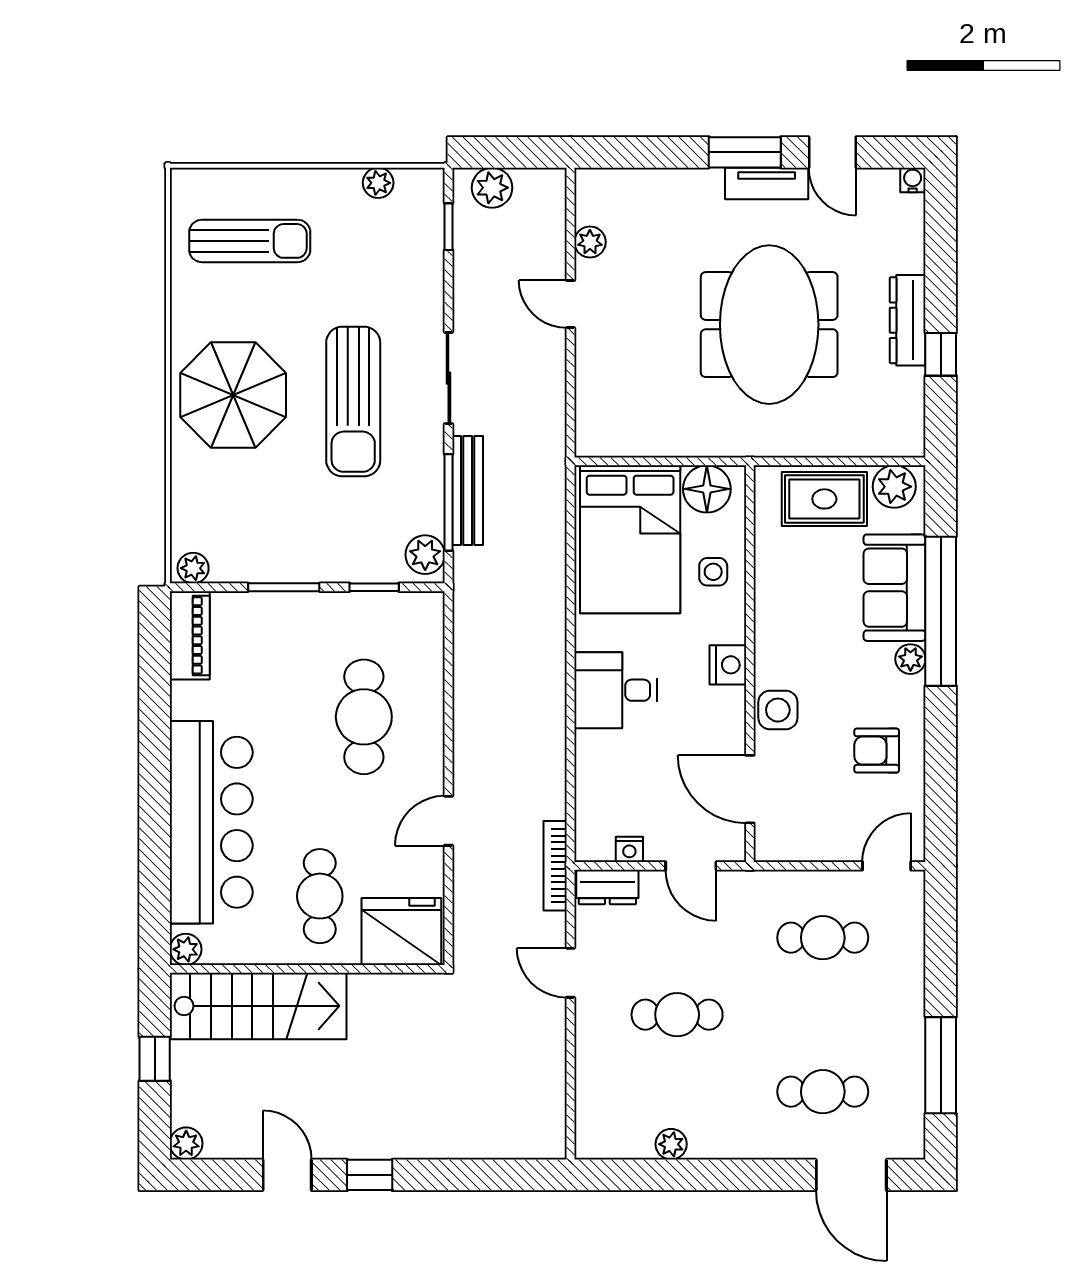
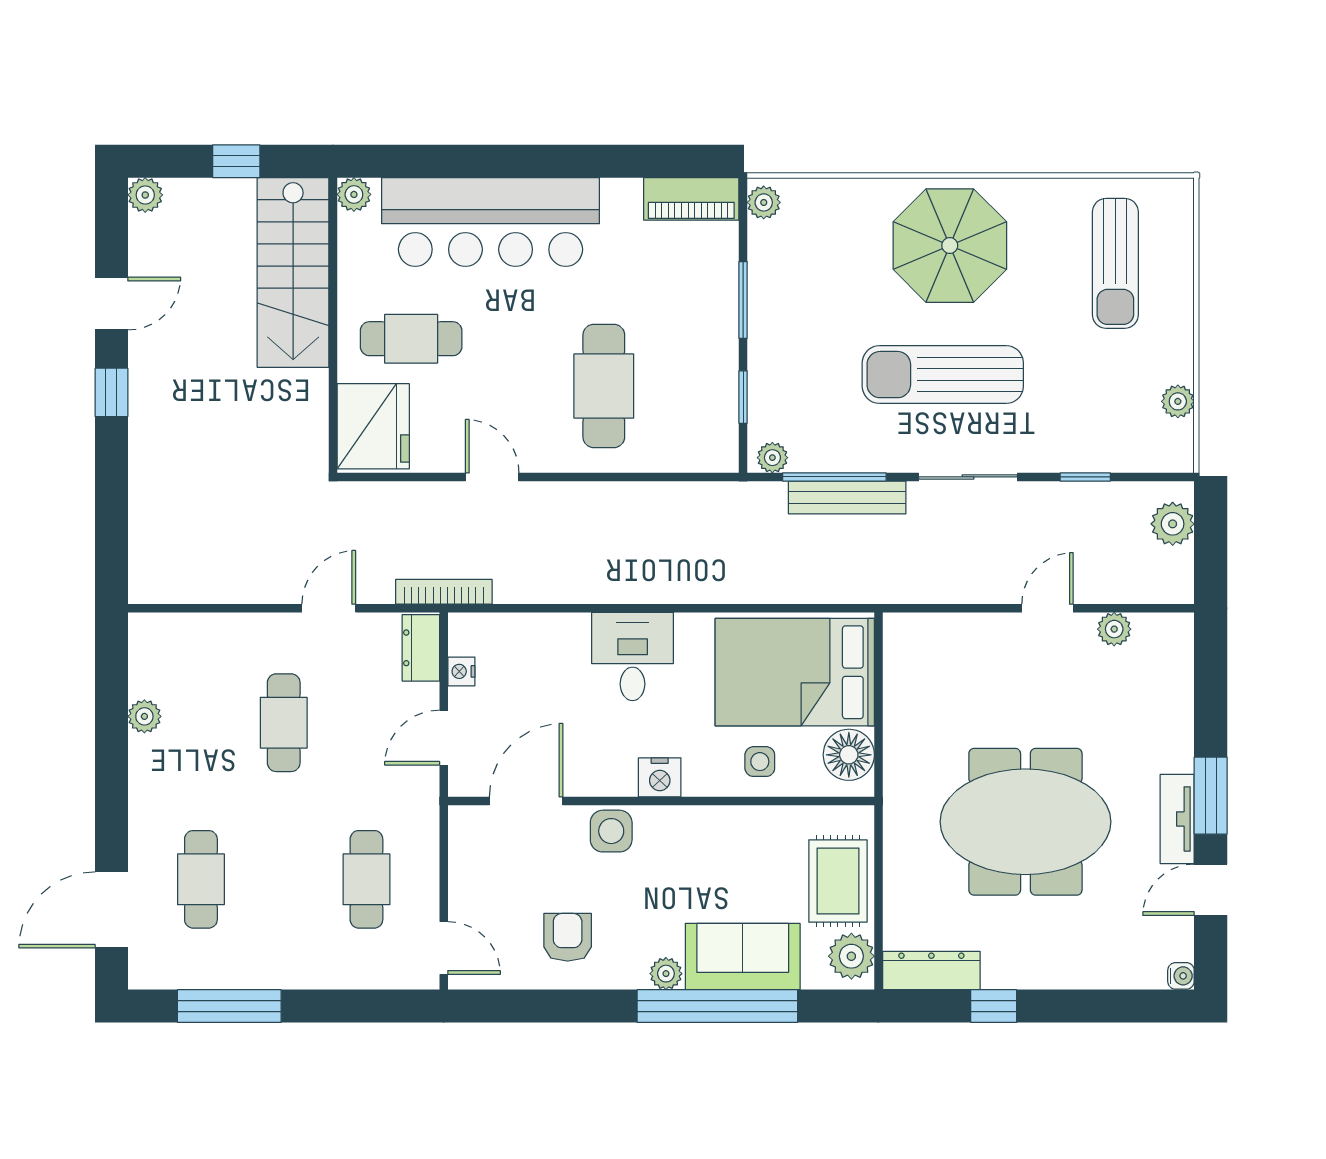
window: (448, 227) -> (1085, 477), moved
dresser: (908, 320) -> (931, 971), moved
plant: (425, 555) -> (772, 458), width x0.73, depth x0.73
cafe table: (364, 717) -> (604, 386), turned 90

